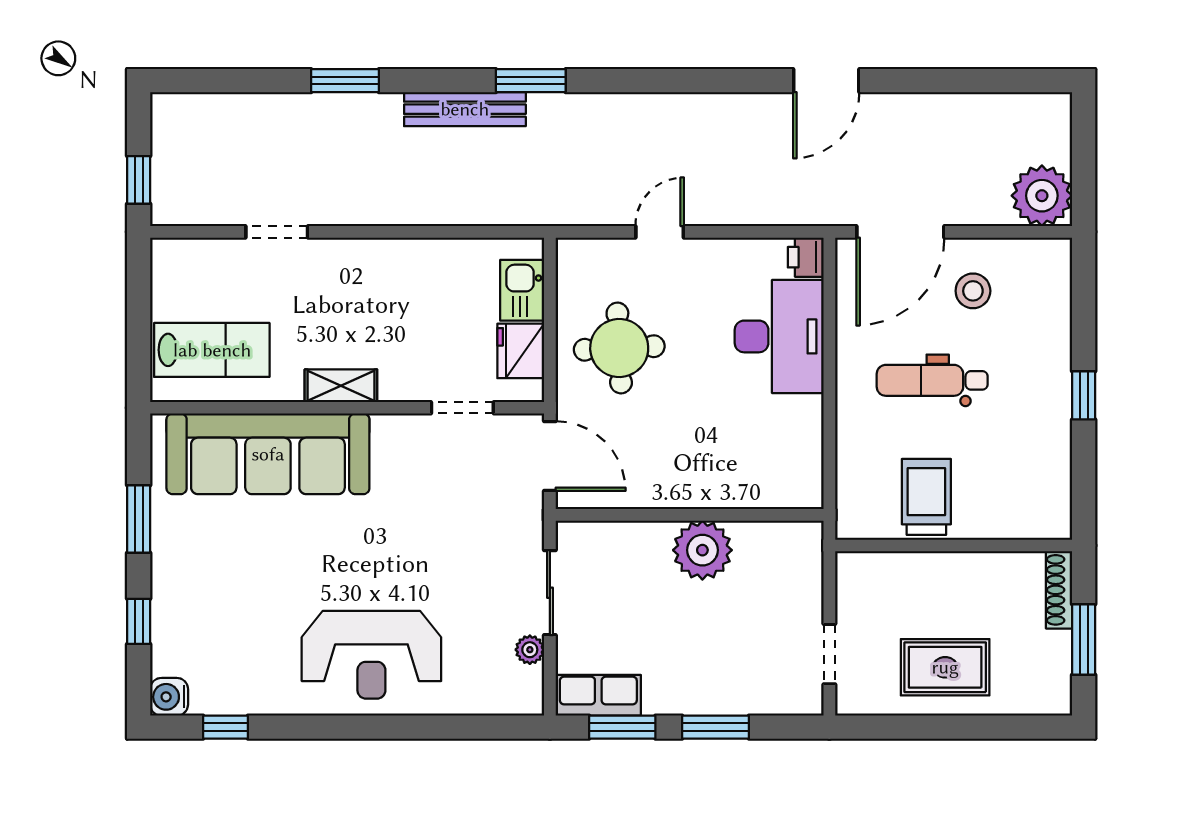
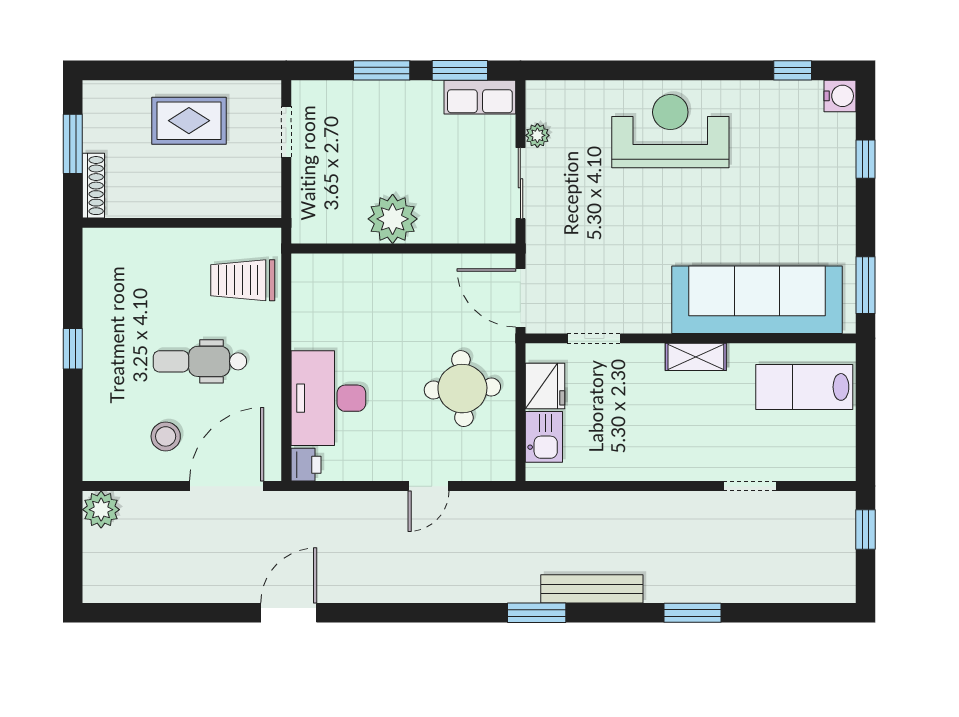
plant: (1042, 196) -> (101, 510), width x0.73, depth x0.73
dental chair: (932, 380) -> (200, 361), turned 180
trolley: (926, 497) -> (243, 280), moved, turned 90
window: (139, 519) -> (866, 285), moved

